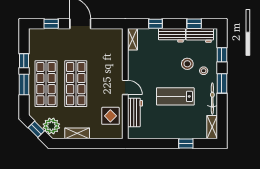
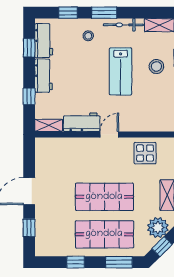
stool: (187, 64) -> (156, 66), moved
window: (24, 85) -> (119, 262), moved
workbench: (135, 112) -> (82, 122), moved

